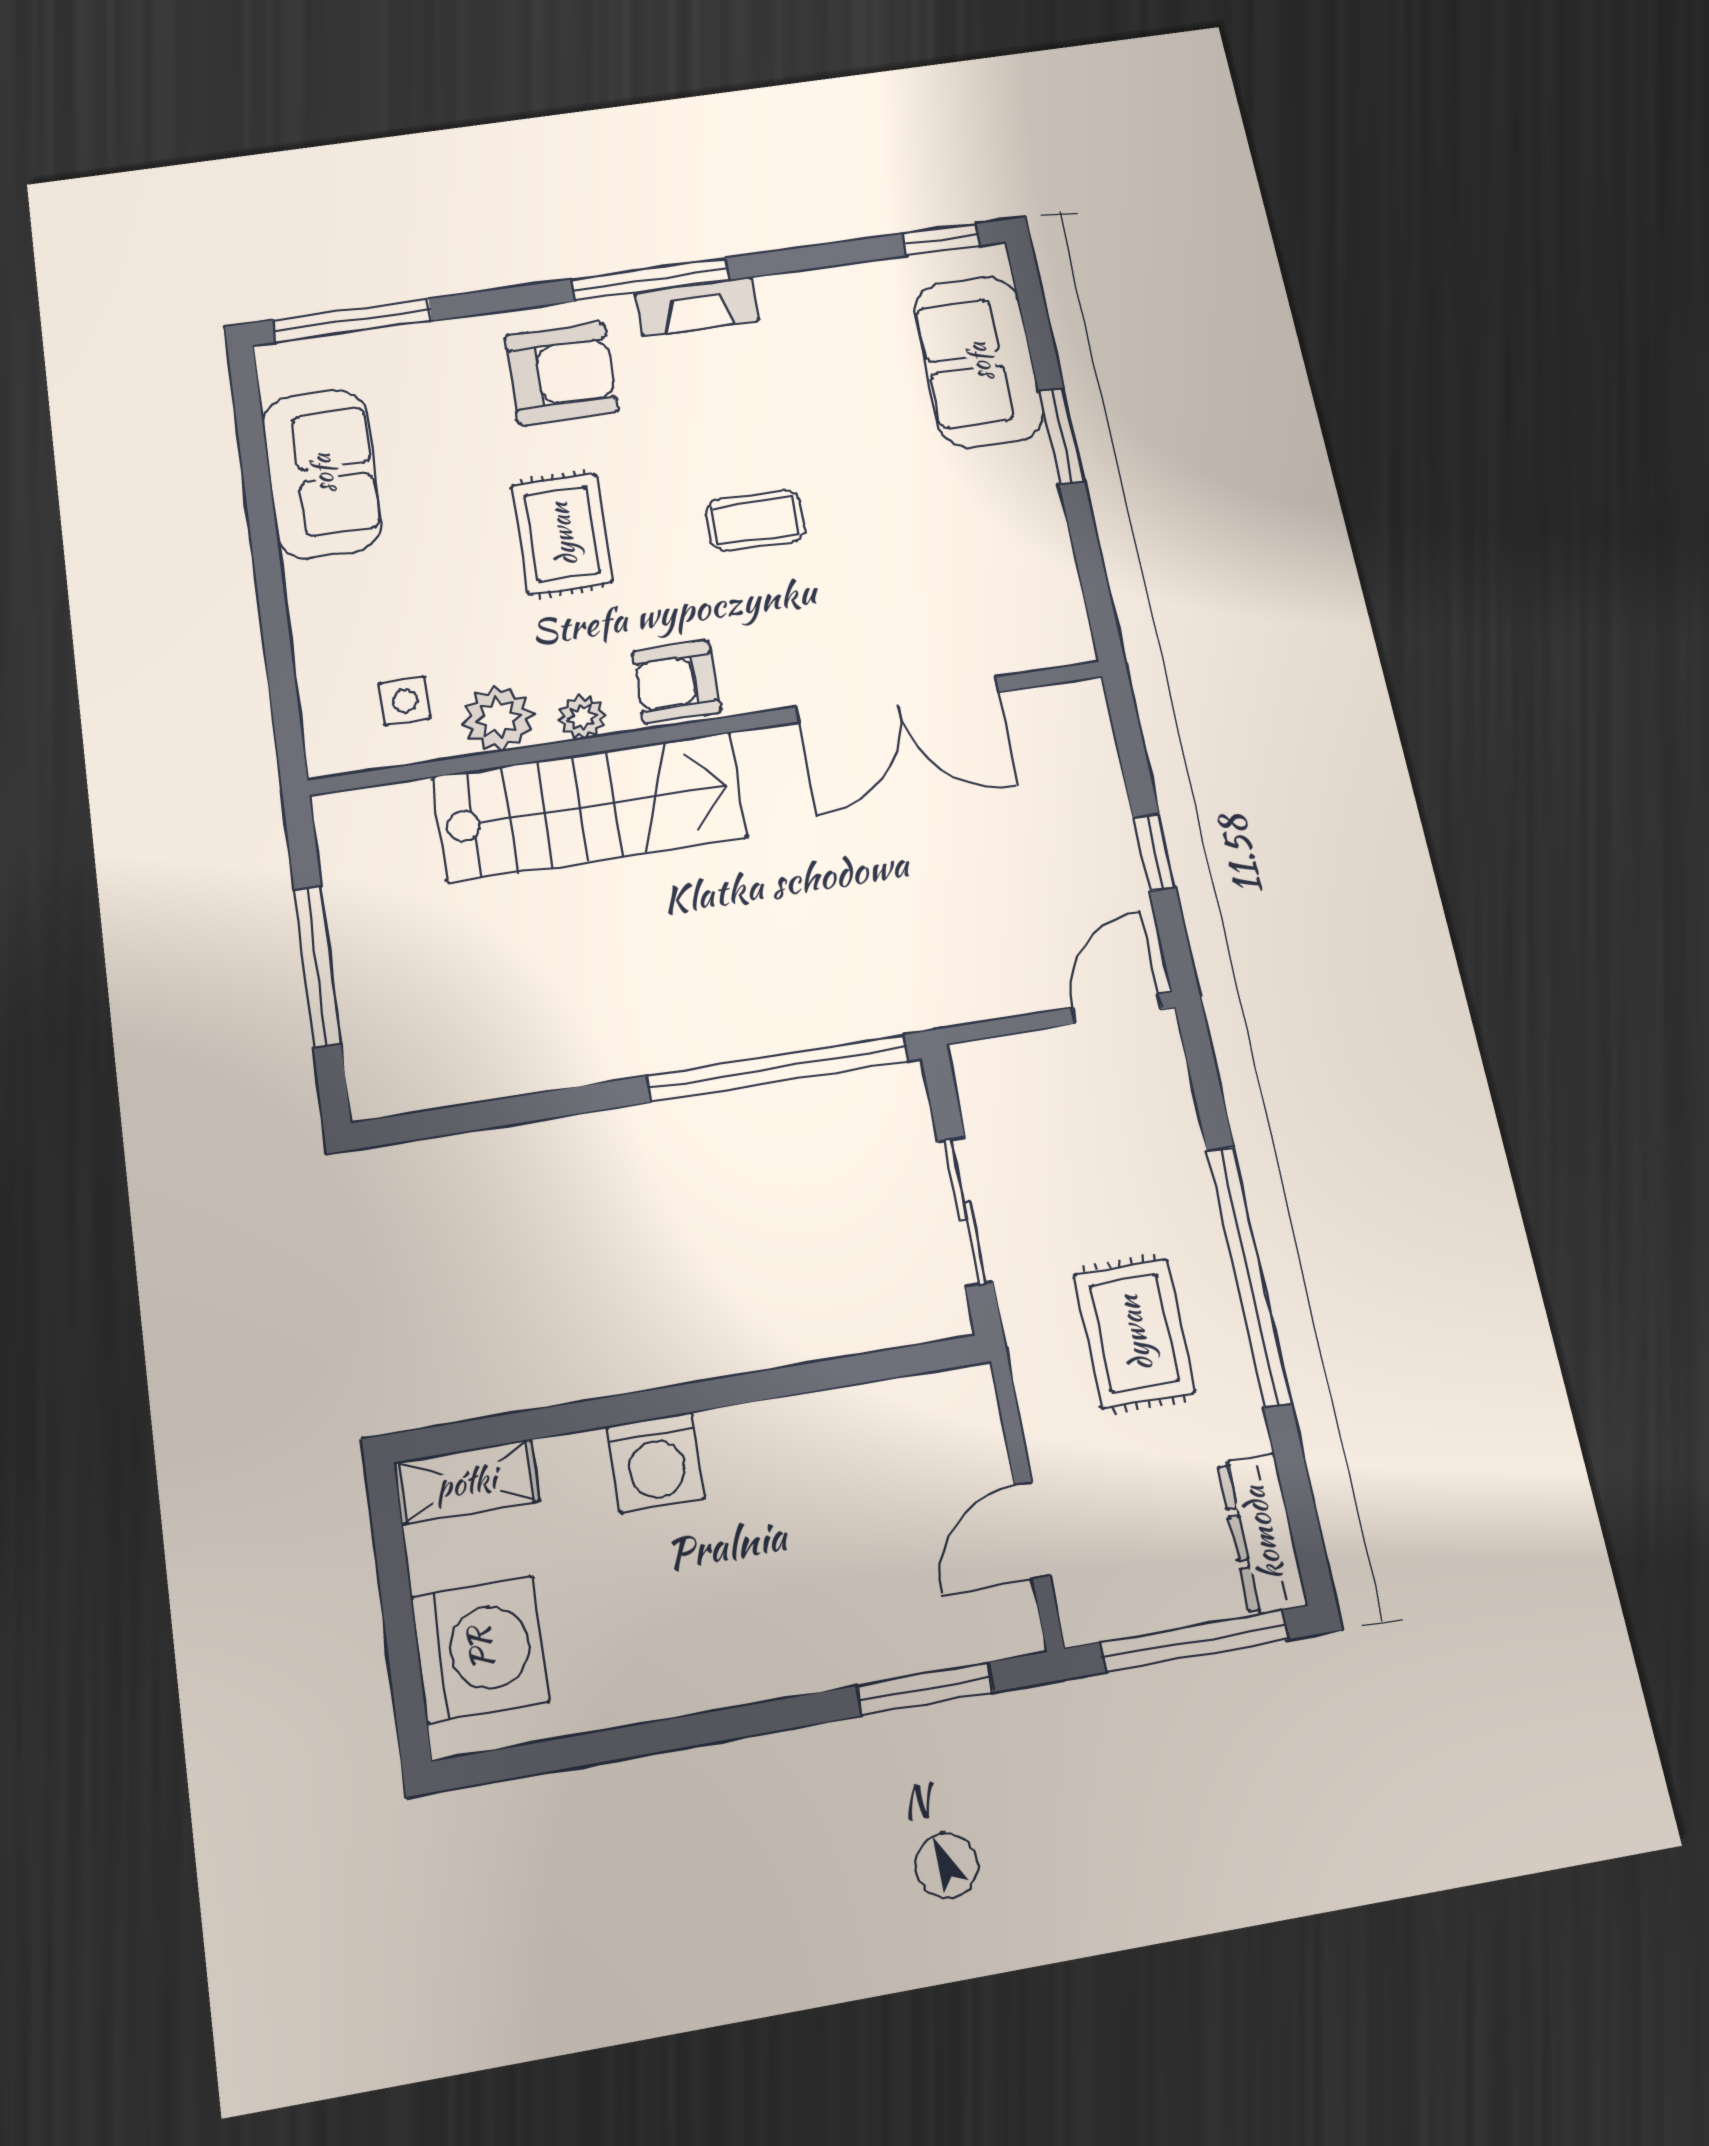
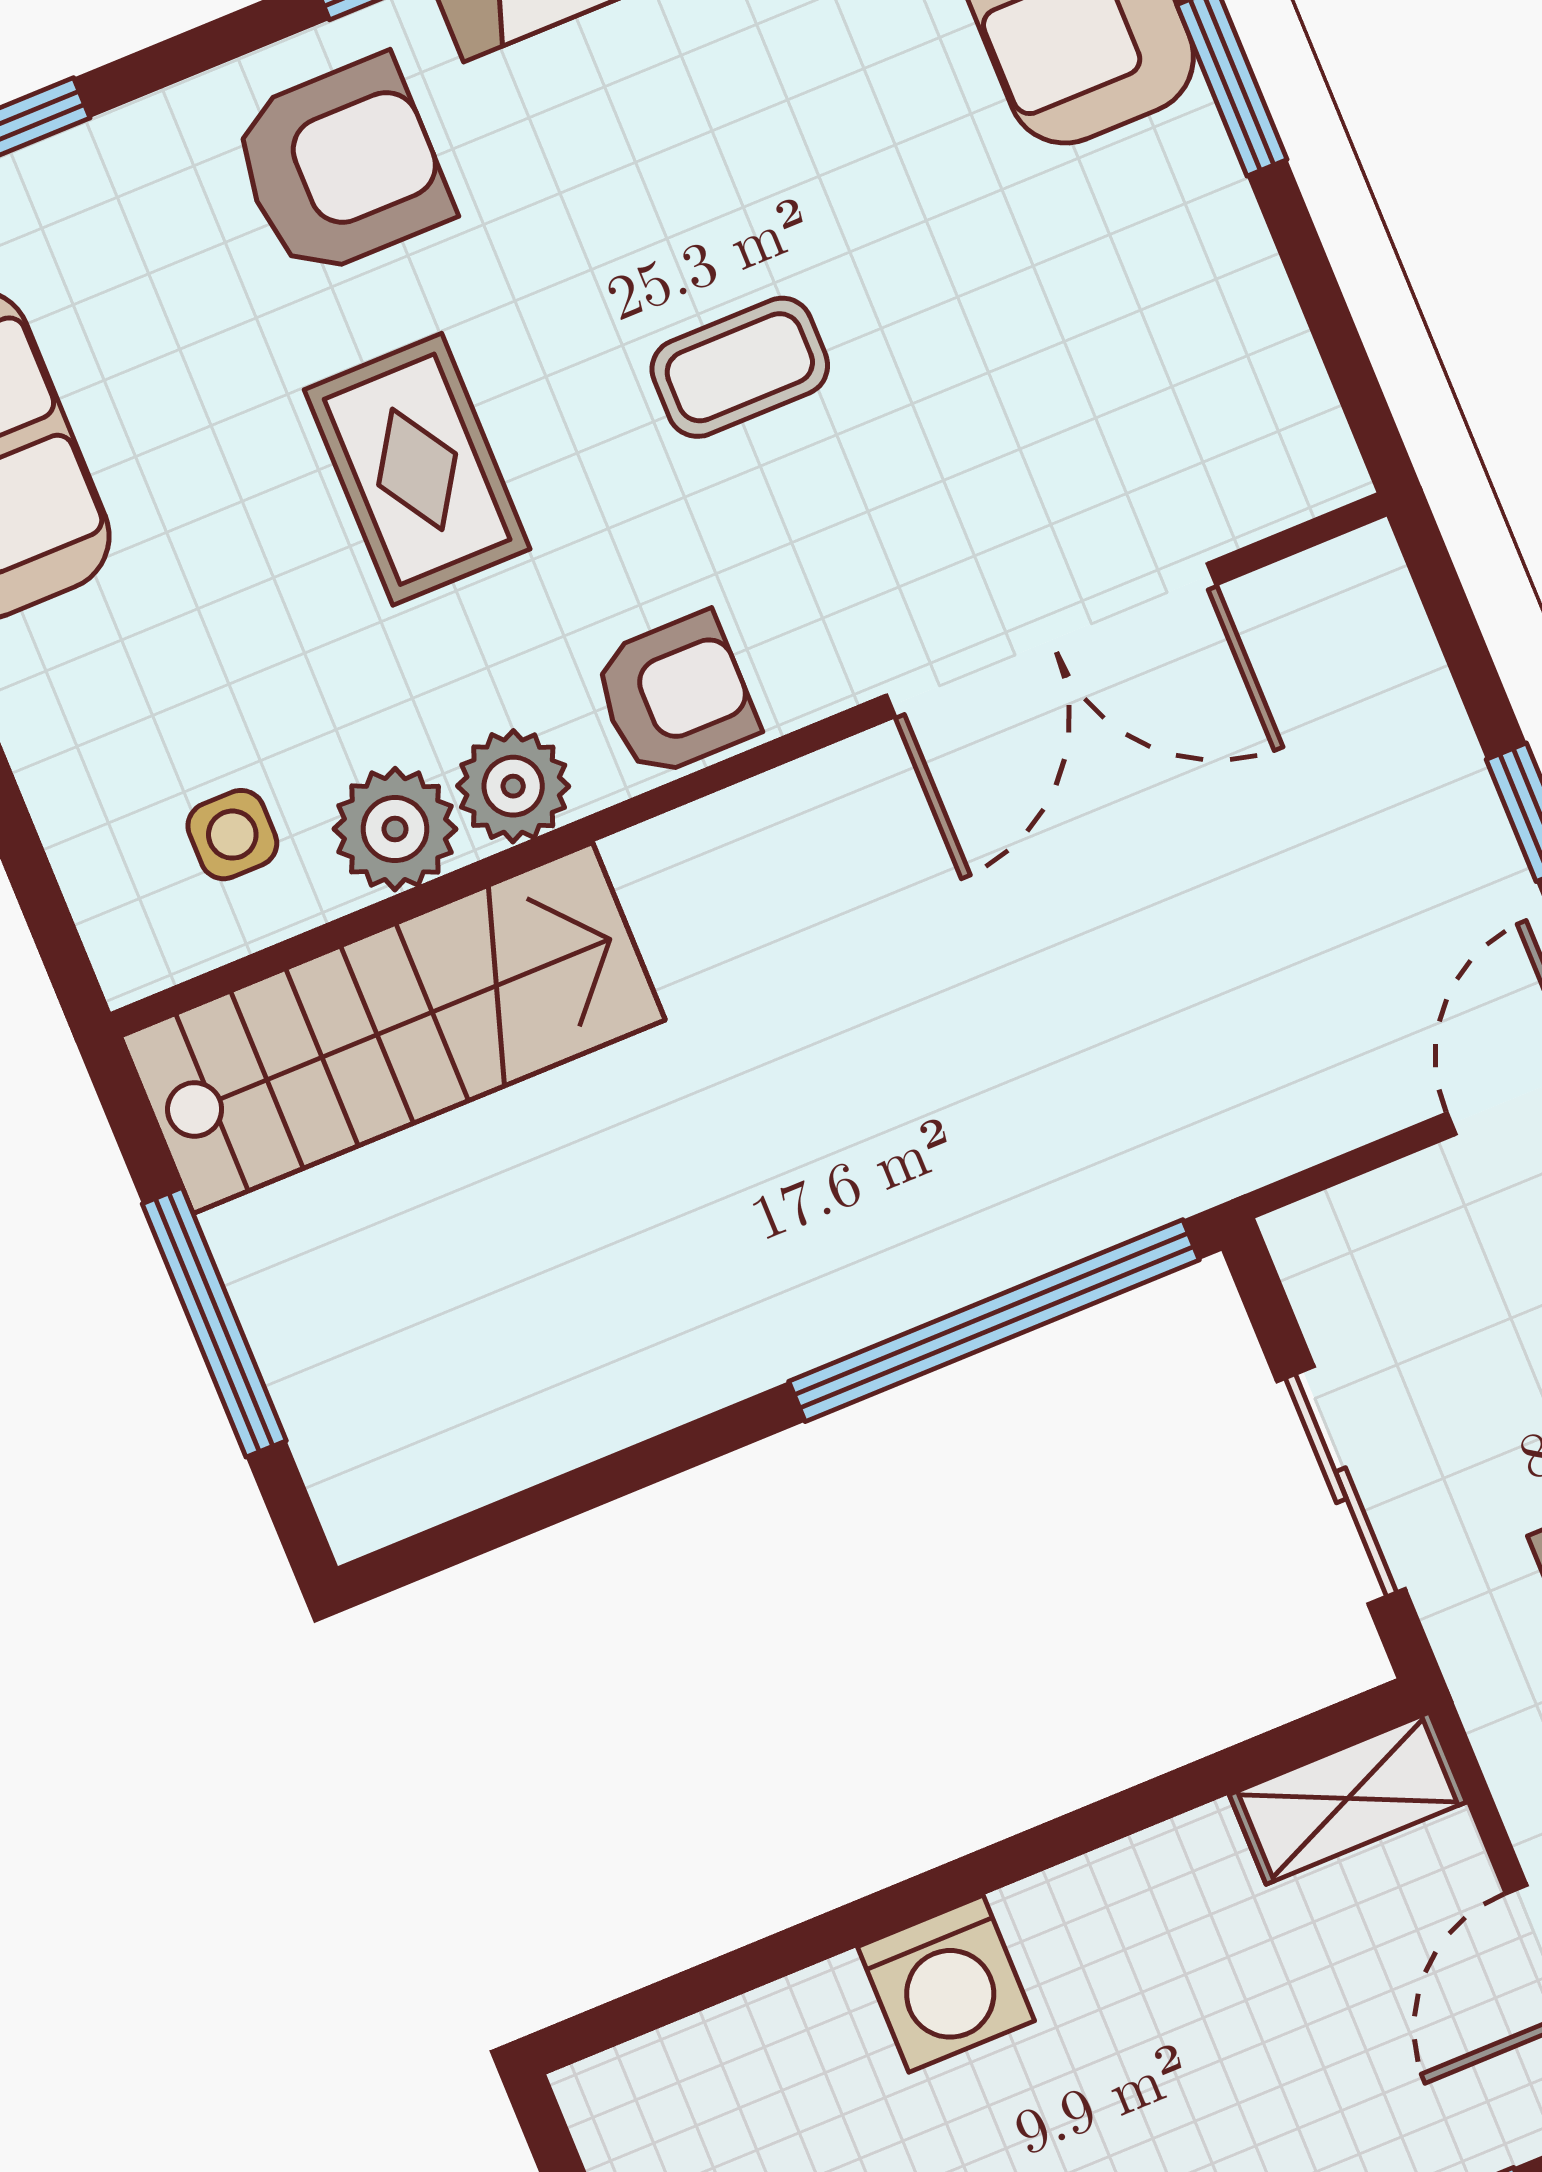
armchair: (676, 682) -> (675, 695), turned 180
plant: (582, 717) -> (513, 786), width x1.38, depth x1.38
stairs: (590, 807) -> (393, 1028), moved
shelving: (466, 1482) -> (1348, 1798), moved

